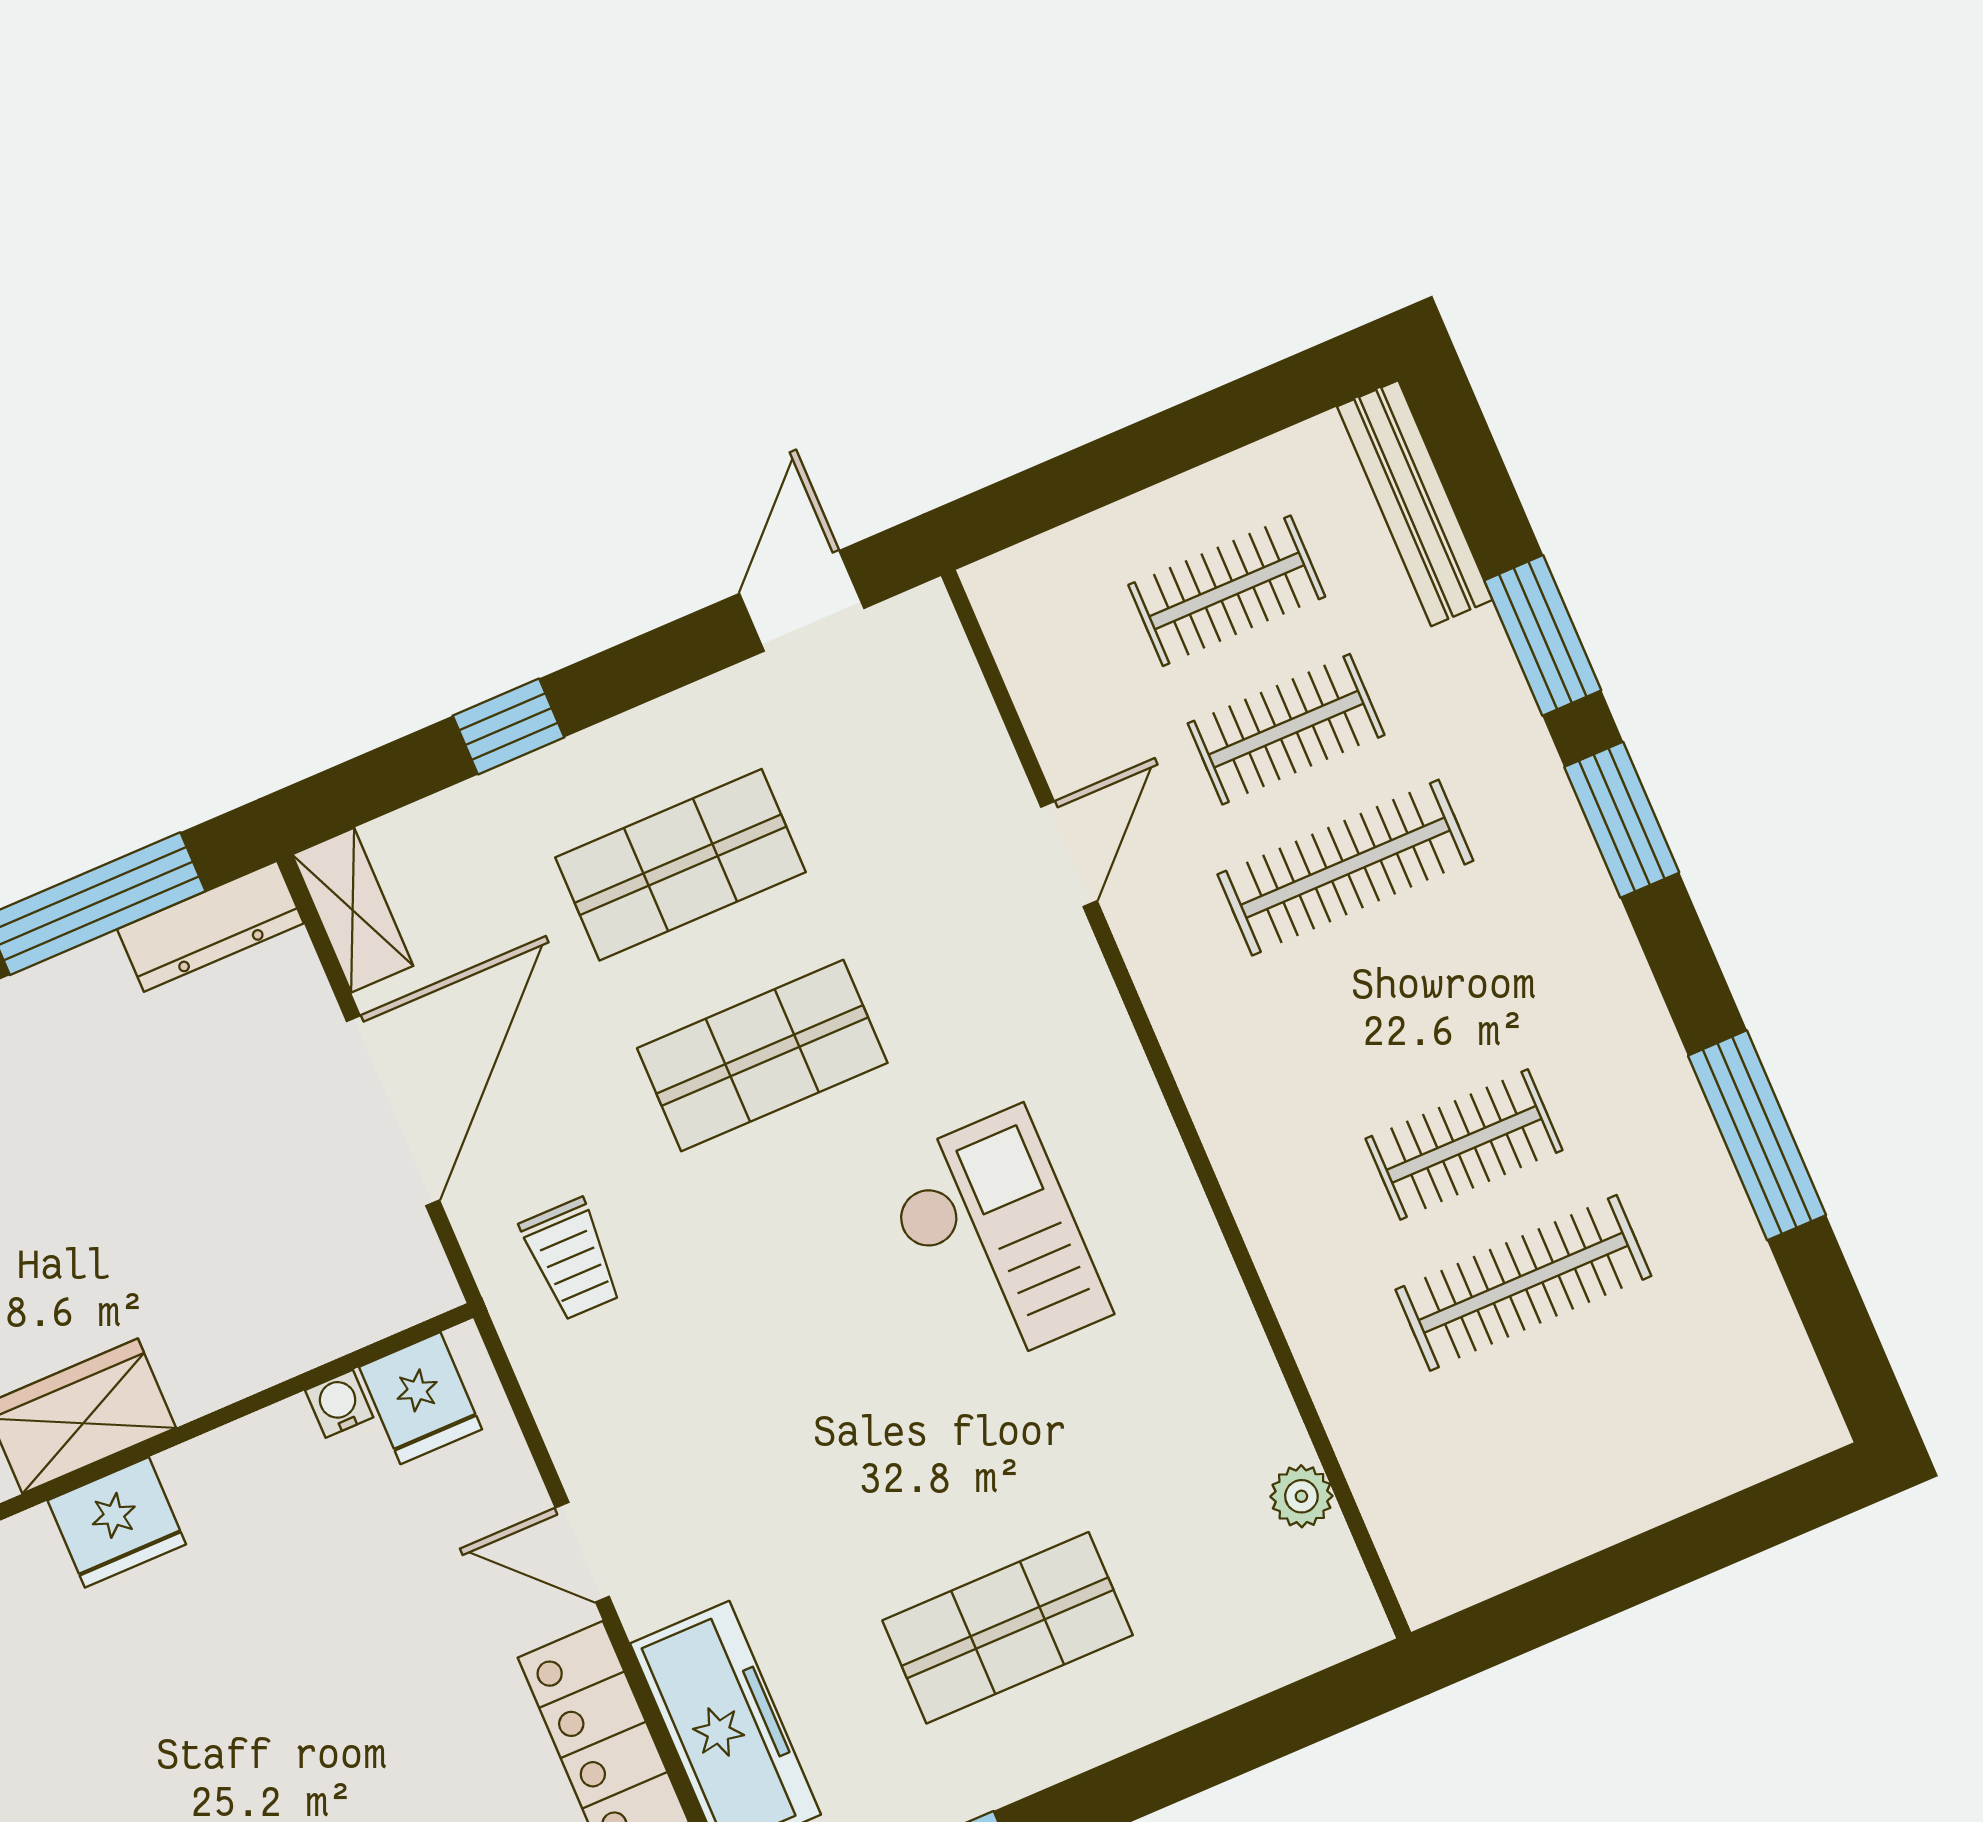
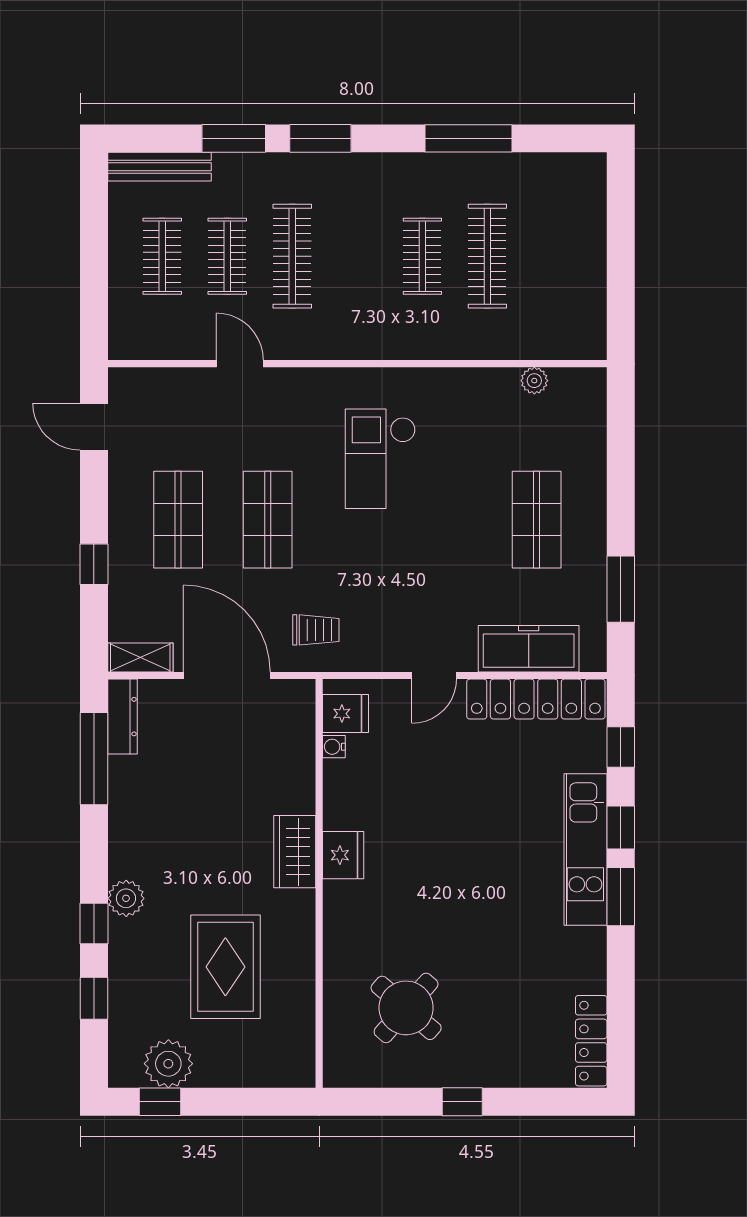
checkout: (995, 1240) -> (380, 459), turned -90

